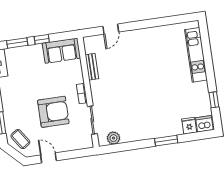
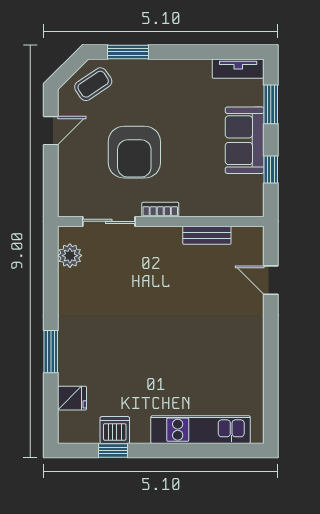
window: (42, 39) -> (271, 169), moved
sofa: (61, 51) -> (245, 140), moved
dishwasher: (204, 124) -> (115, 430), moved, turned -90

